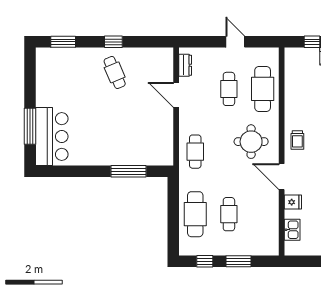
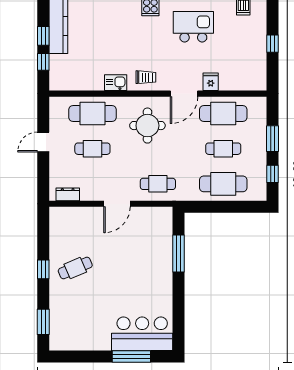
door: (176, 95) -> (117, 204), moved
cafe table: (263, 214) -> (223, 113), added
kitchen sink: (292, 230) -> (116, 83), moved

